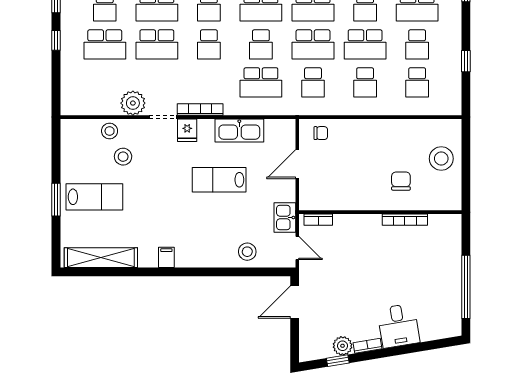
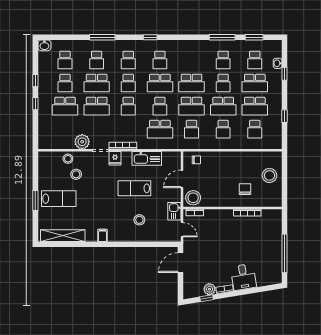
school desk: (417, 44) -> (255, 106), width x1.85
stool: (316, 195) -> (193, 198), added
stool: (247, 252) -> (139, 220), moved

